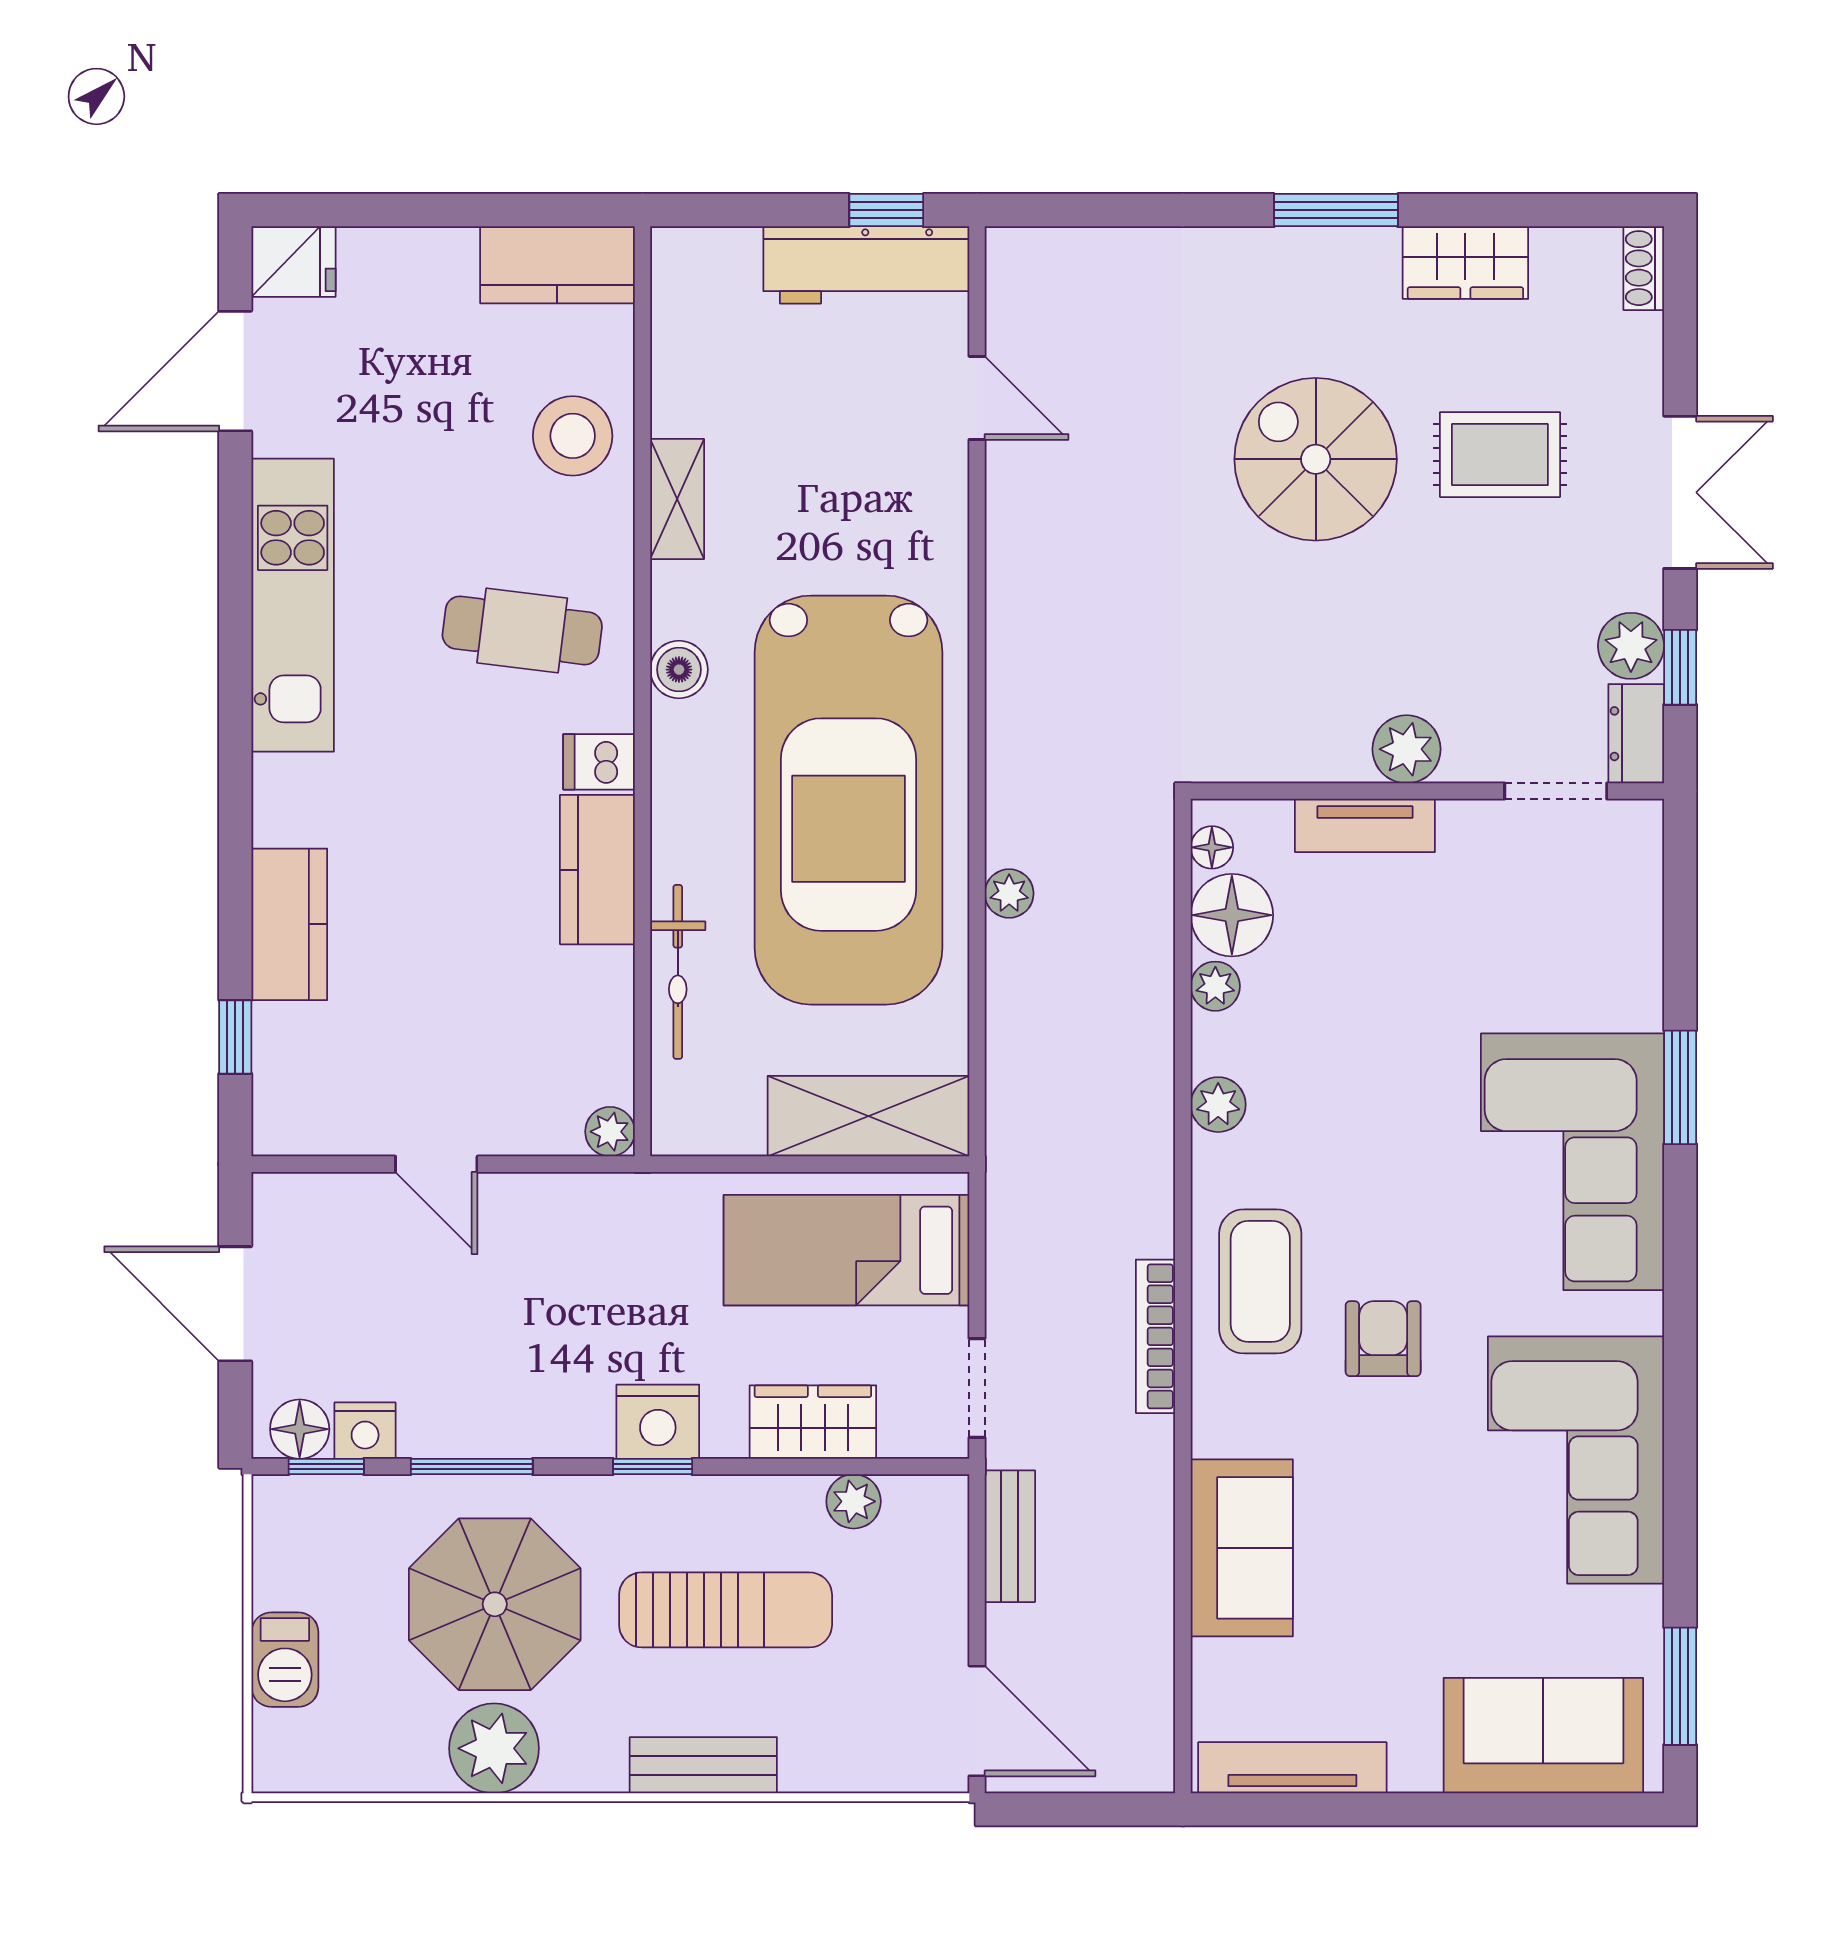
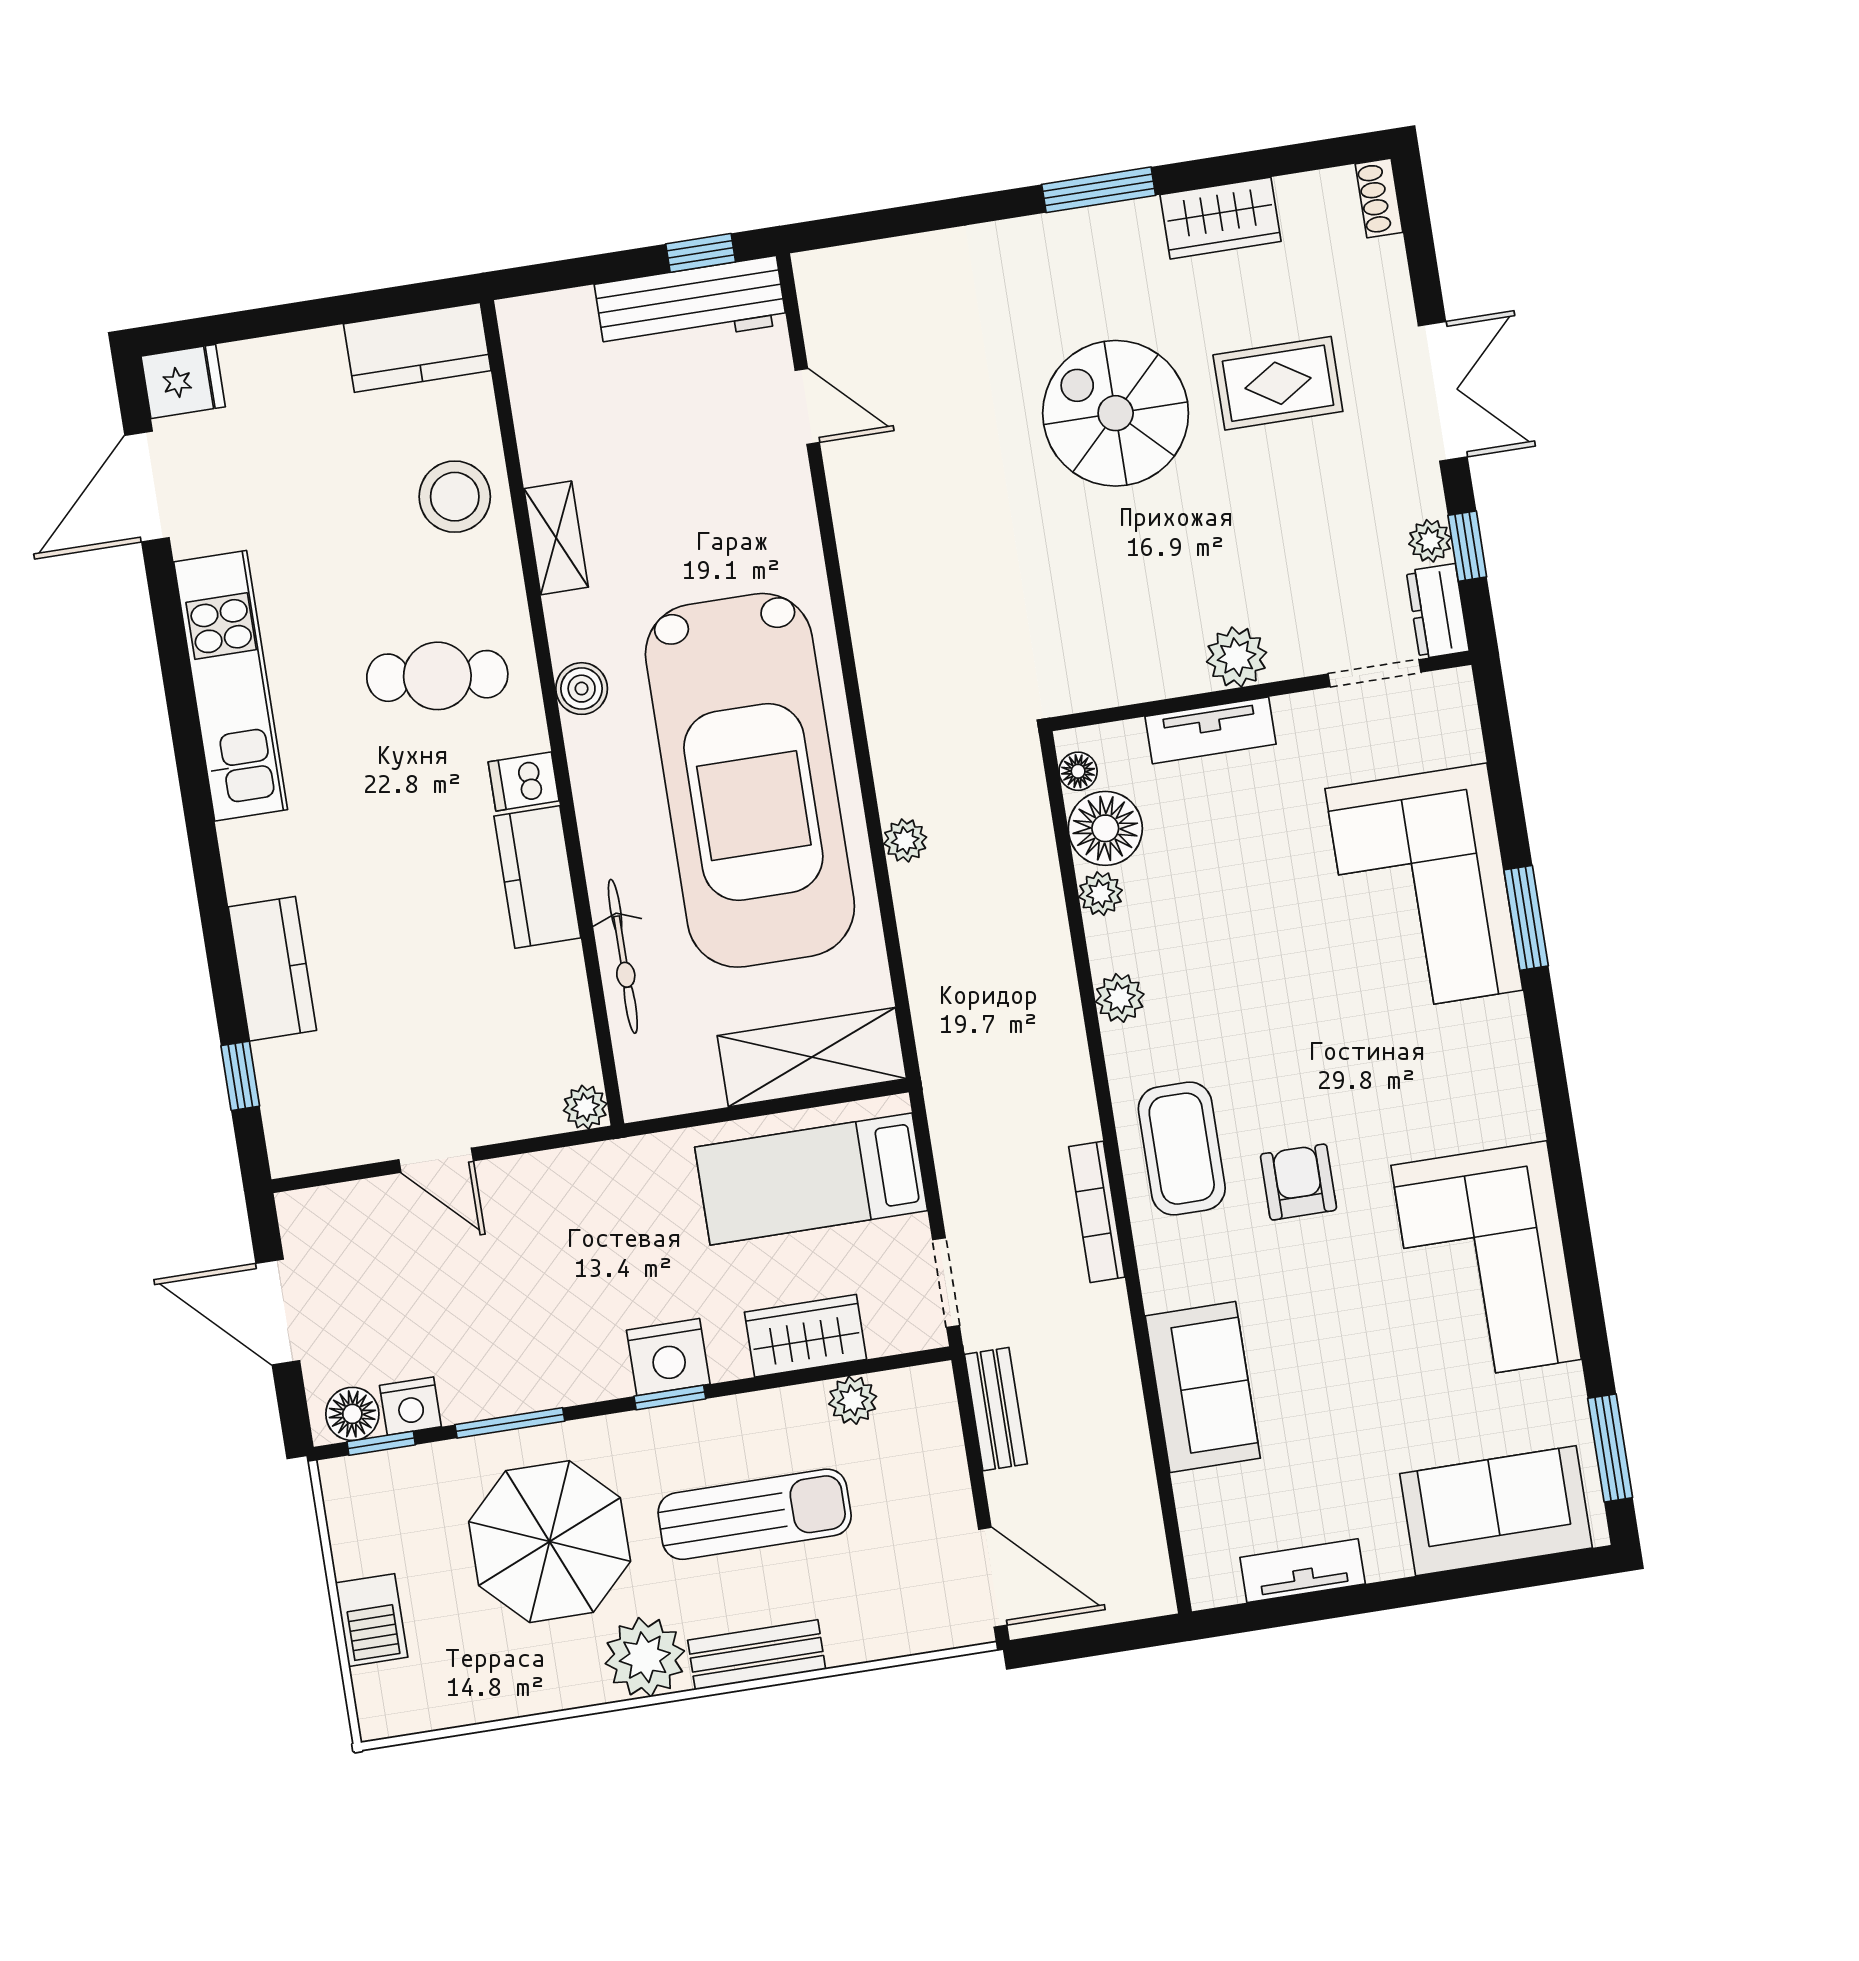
plant: (1631, 646) -> (1430, 541), width x0.73, depth x0.73
corner sofa: (1572, 1162) -> (1424, 889), moved
plant: (494, 1748) -> (645, 1657), moved
tv unit: (1292, 1768) -> (1303, 1571), width x0.71

